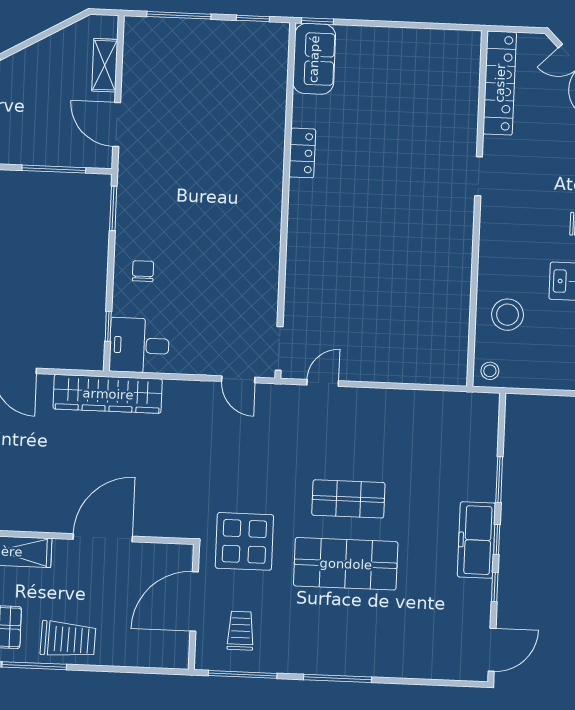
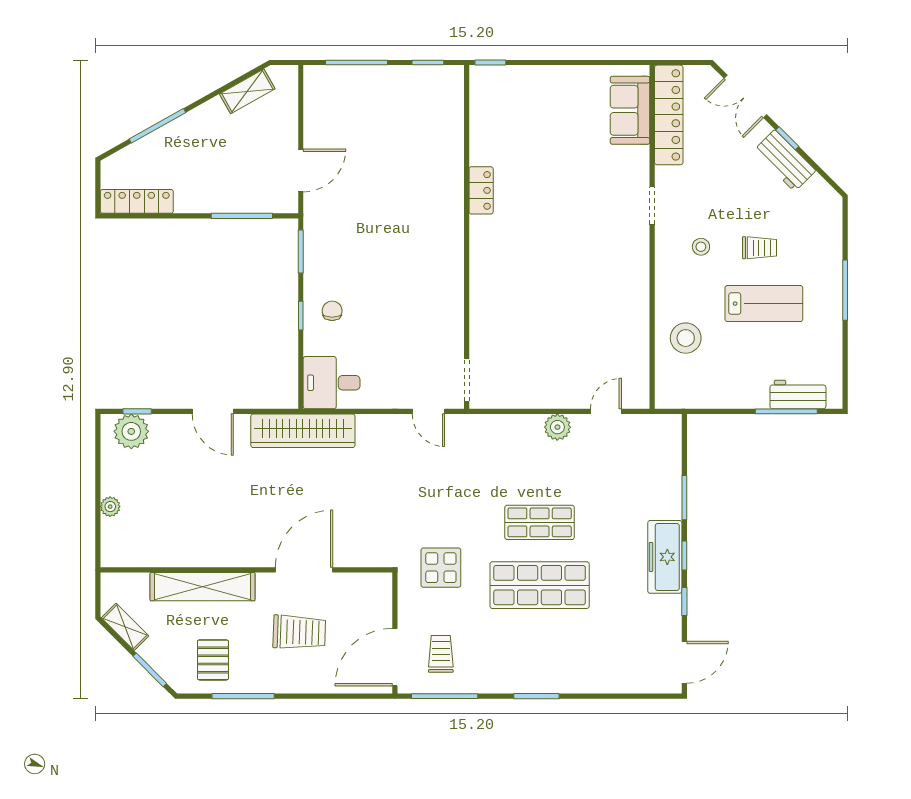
sofa: (314, 59) -> (630, 110), moved, turned 180
shelving: (105, 65) -> (247, 91), moved, turned 61
door: (117, 125) -> (301, 170), swing flipped
window: (108, 326) -> (301, 316), moved
stool: (490, 371) -> (701, 247), moved
door: (323, 383) -> (606, 411), moved
plant: (371, 401) -> (557, 427), added
display table: (244, 541) -> (441, 568), width x0.73, depth x0.73
door: (194, 601) -> (395, 657), moved
trolley: (68, 639) -> (299, 632), moved
window: (337, 678) -> (536, 696), width x0.69

